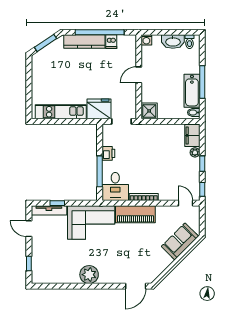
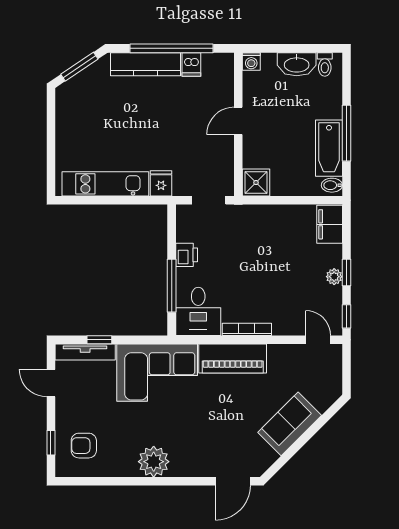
fridge: (99, 109) -> (161, 183), width x0.53, depth x0.75
plant: (195, 152) -> (334, 277), moved
sofa: (180, 241) -> (290, 424), moved
armchair: (48, 265) -> (84, 446), added

